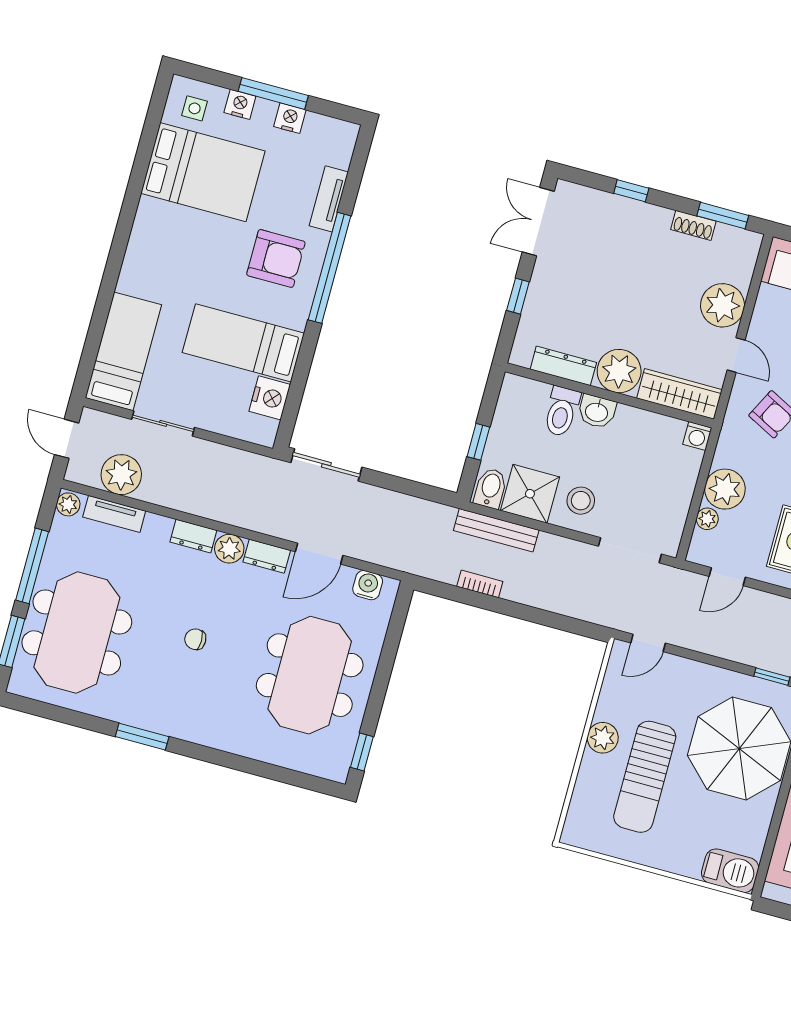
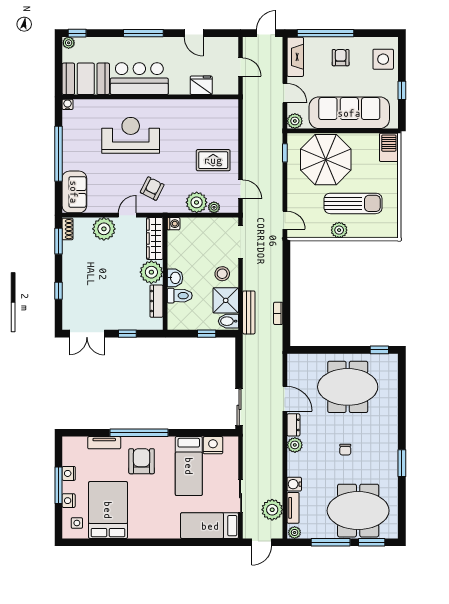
shoe rack: (693, 225) -> (68, 229), moved
dresser: (193, 536) -> (293, 465), removed
water cooler: (368, 585) -> (294, 484), moved

